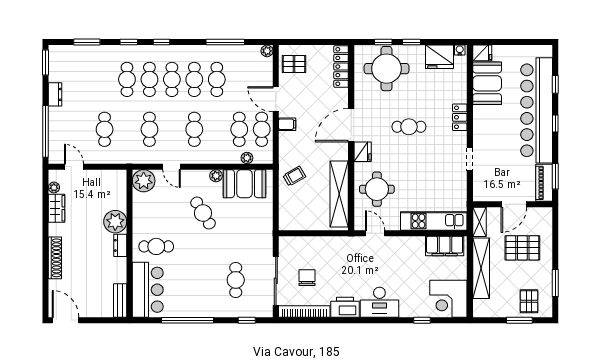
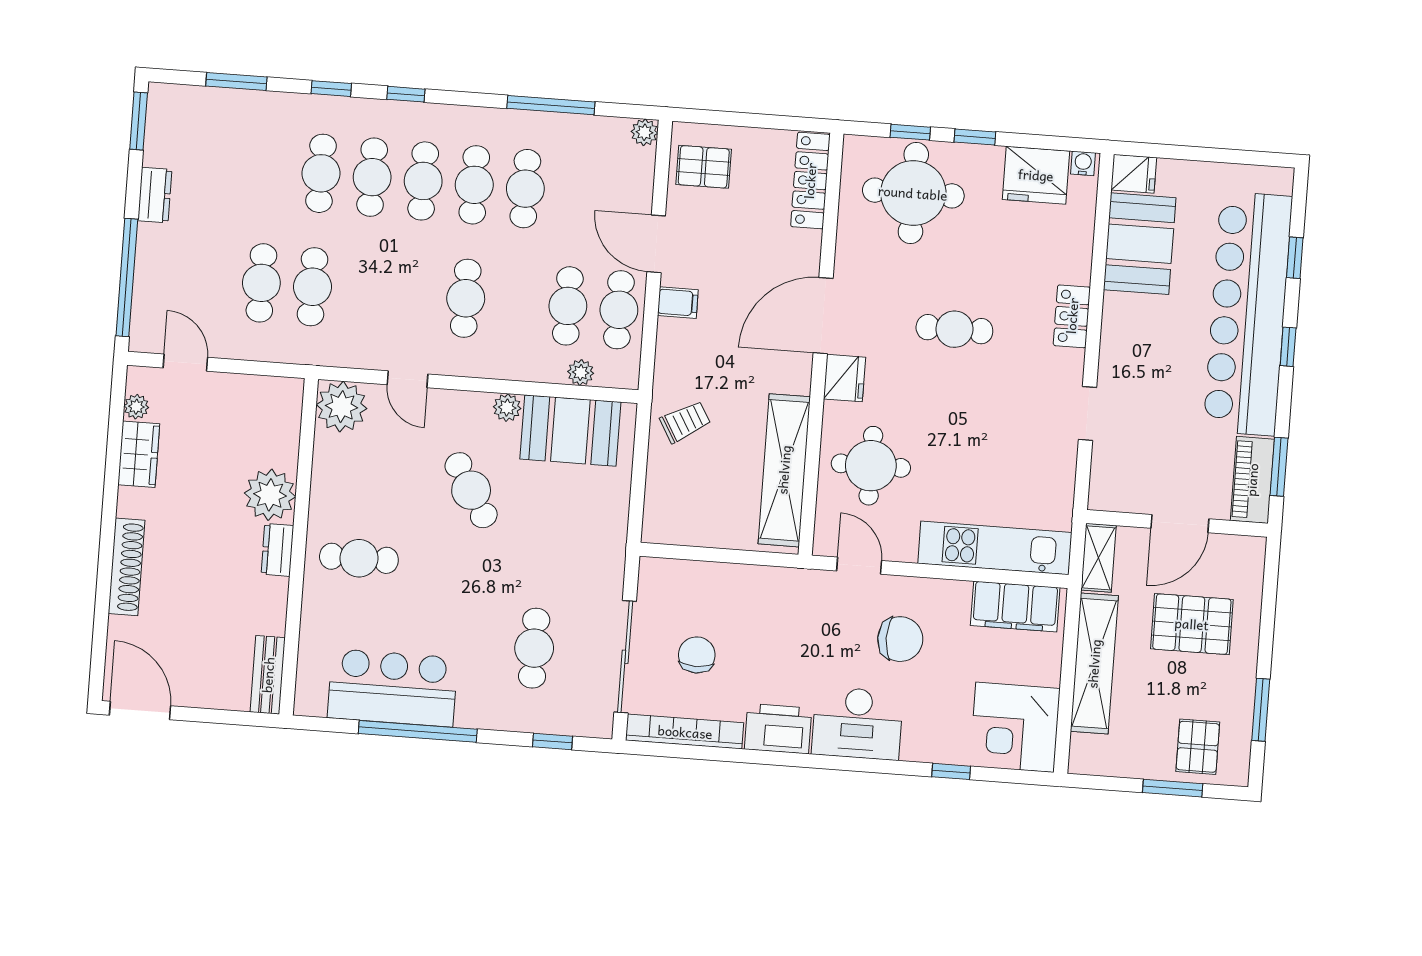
cafe table: (149, 129) -> (312, 287), moved
chair: (395, 264) -> (900, 639), added
bar counter: (148, 290) -> (393, 688), moved, turned -90

